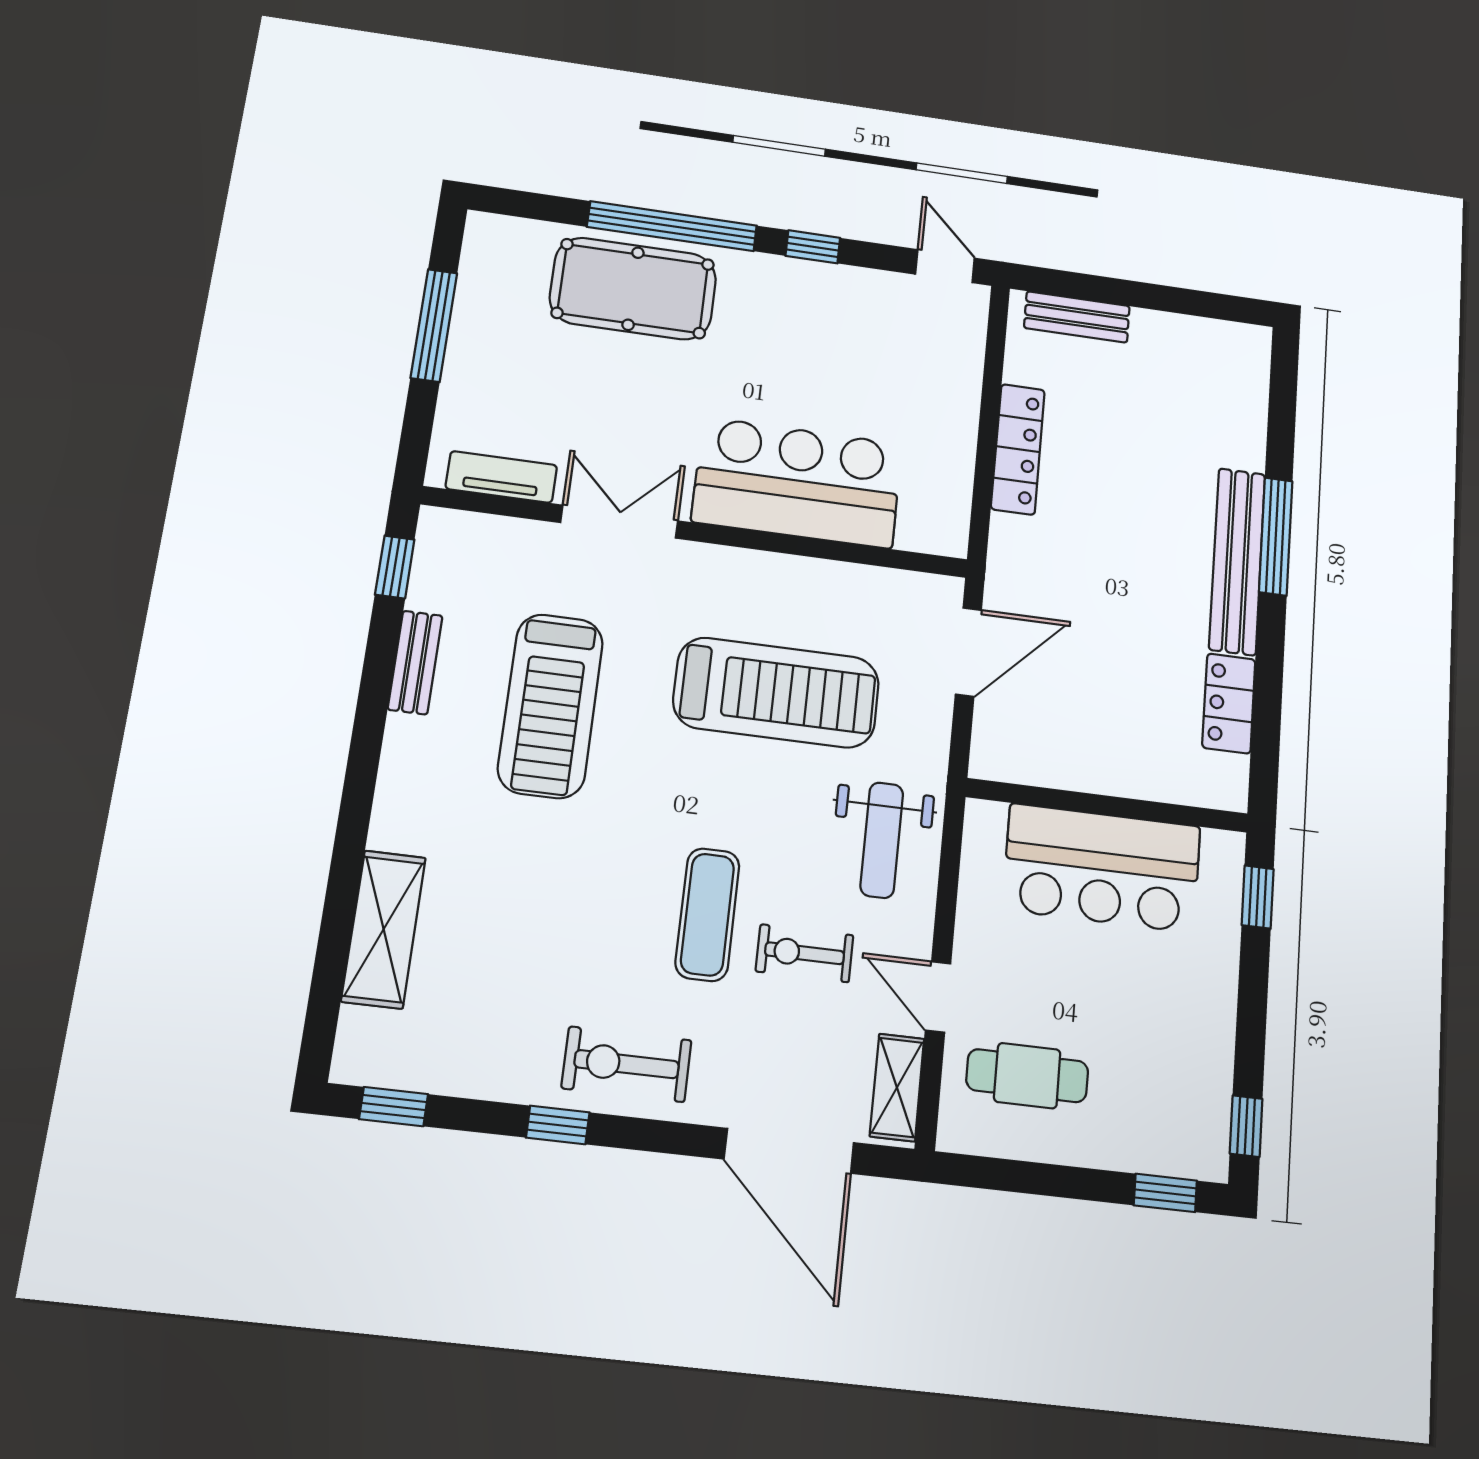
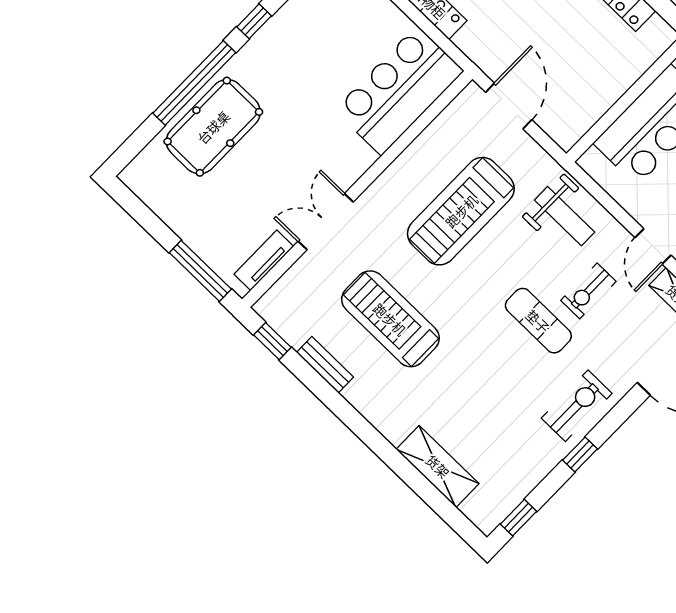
window: (434, 325) -> (200, 271), moved
bar counter: (797, 483) -> (399, 90), moved
treadmill: (776, 693) -> (461, 211), turned 180
treadmill: (551, 706) -> (390, 319), turned 180
door: (938, 997) -> (653, 246), hinge flipped
exercise bike: (627, 1064) -> (577, 406), turned 180

